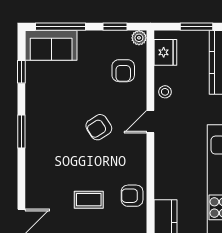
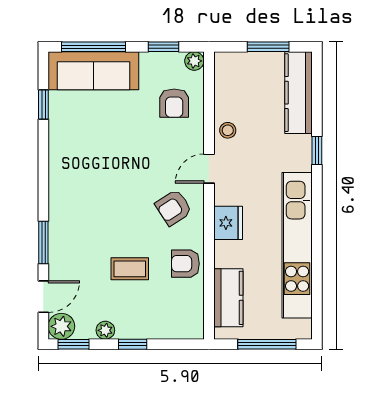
sofa: (51, 45) -> (93, 71), width x1.36
fridge: (165, 52) -> (228, 223), moved
armchair: (99, 127) -> (174, 208), moved
window: (21, 131) -> (43, 243), moved

